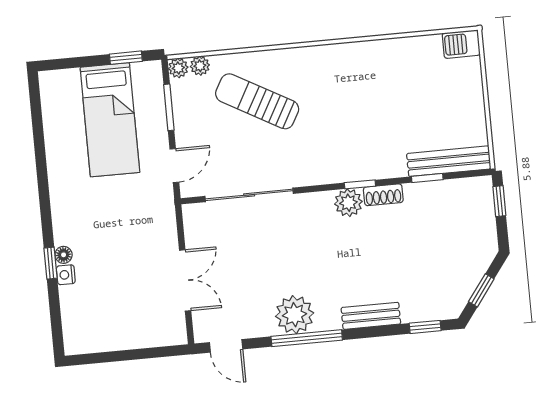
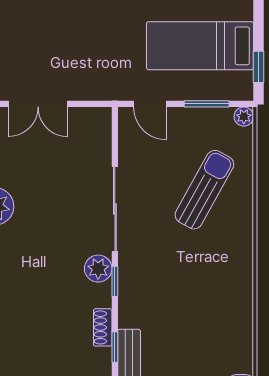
plant: (200, 66) -> (244, 138), removed
sliding door: (249, 195) -> (115, 209), moved
shoe rack: (383, 195) -> (103, 327), moved

